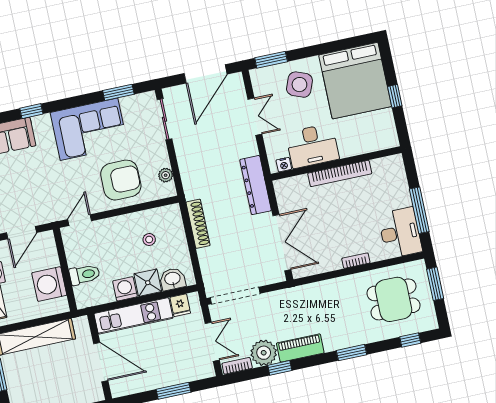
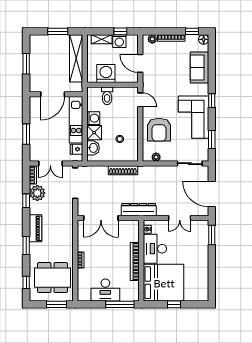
bed: (355, 81) -> (164, 283), moved, turned 180
side table: (299, 85) -> (193, 249), removed
window: (31, 111) -> (212, 101), moved
window: (419, 210) -> (120, 304), moved
desk: (400, 233) -> (105, 290), moved
dining table: (394, 299) -> (53, 278), width x1.38
piano: (300, 348) -> (35, 228), moved

